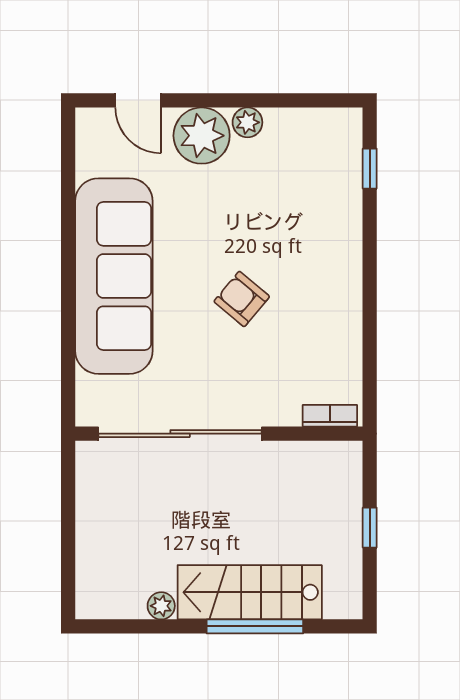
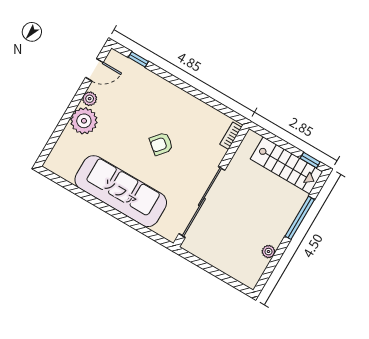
door: (138, 100) -> (94, 70), moved
window: (370, 528) -> (310, 160), moved
stairs: (250, 592) -> (287, 165), moved, turned -90

